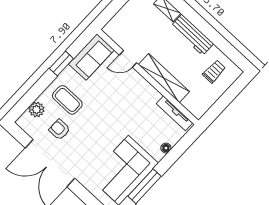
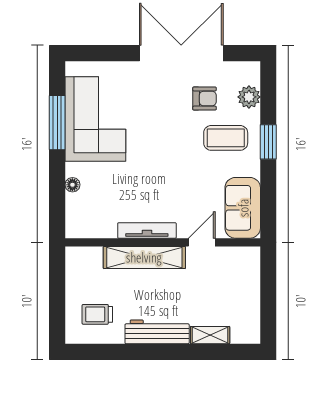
window: (61, 64) -> (268, 142), moved
trolley: (214, 72) -> (97, 314), turned 90
tv unit: (174, 113) -> (147, 230), moved

